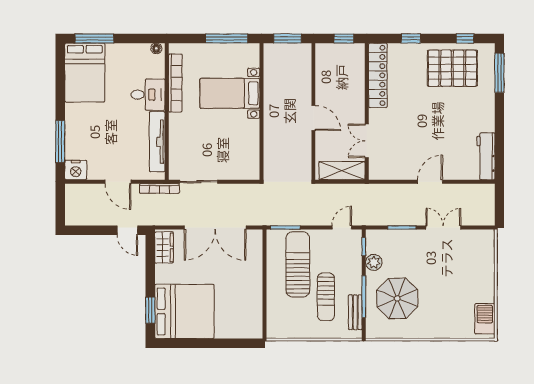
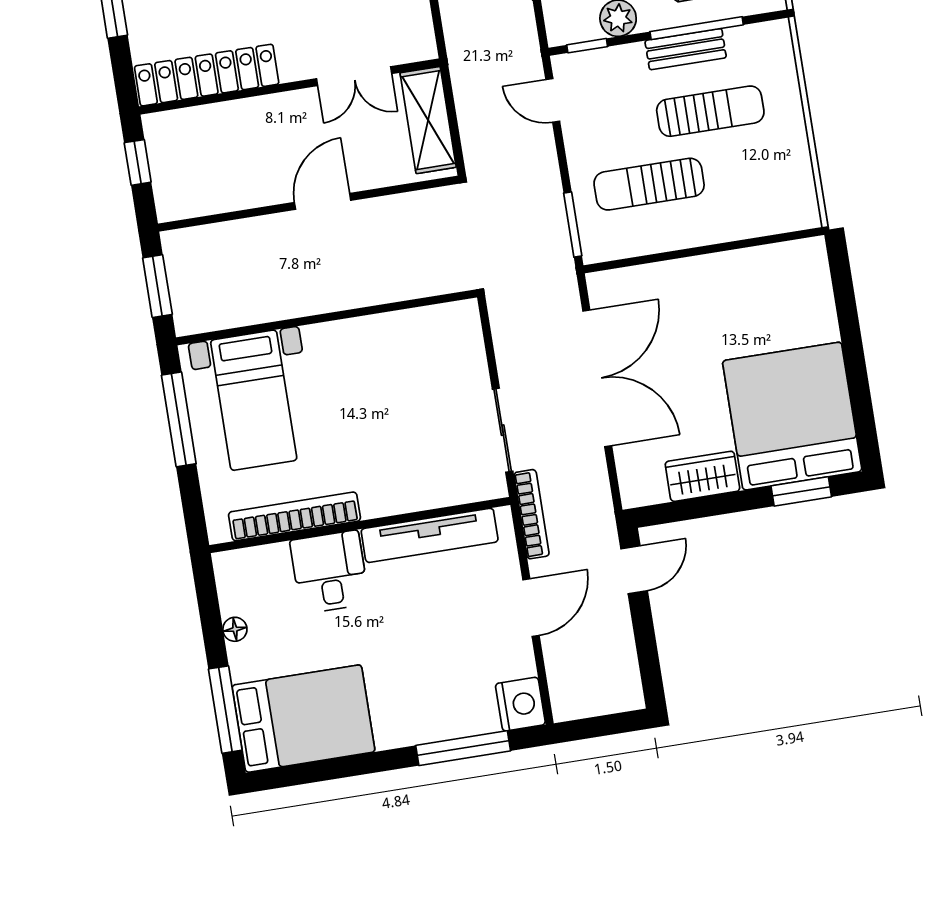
floor lamp: (156, 48) -> (235, 629), moved
bed with nightstands: (230, 93) -> (254, 400), moved
wardrobe: (164, 247) -> (702, 476), moved
sun lounger: (298, 264) -> (649, 184), width x0.73, depth x0.75
bench: (355, 312) -> (686, 49), moved

